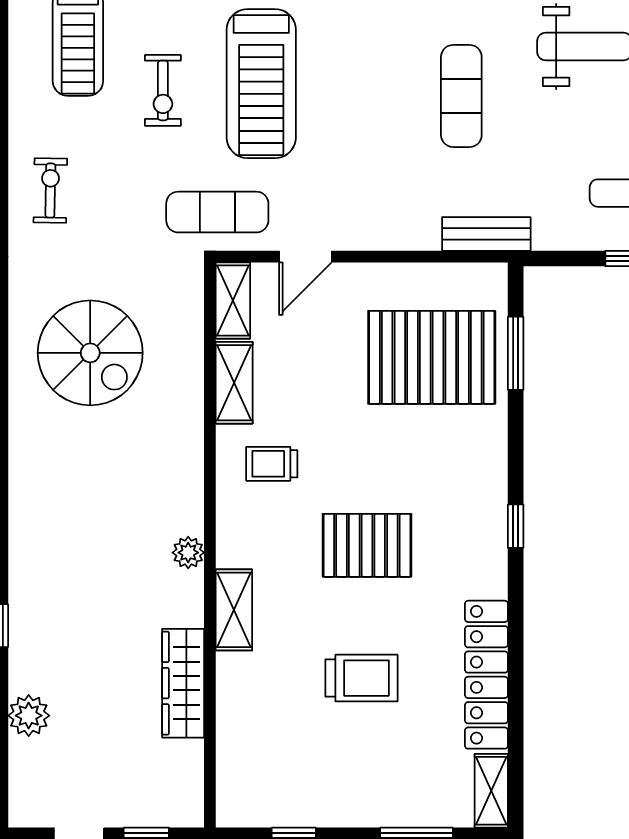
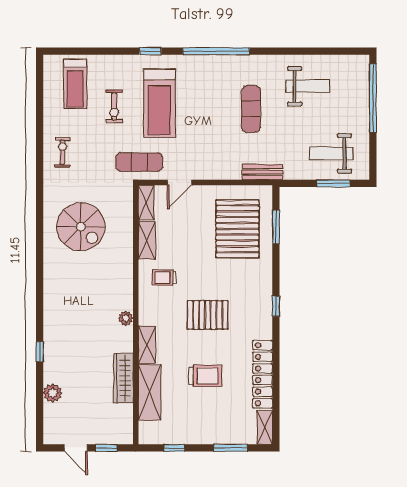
pallet: (432, 357) -> (237, 229), turned 90
shelving: (240, 714) -> (150, 392), added

